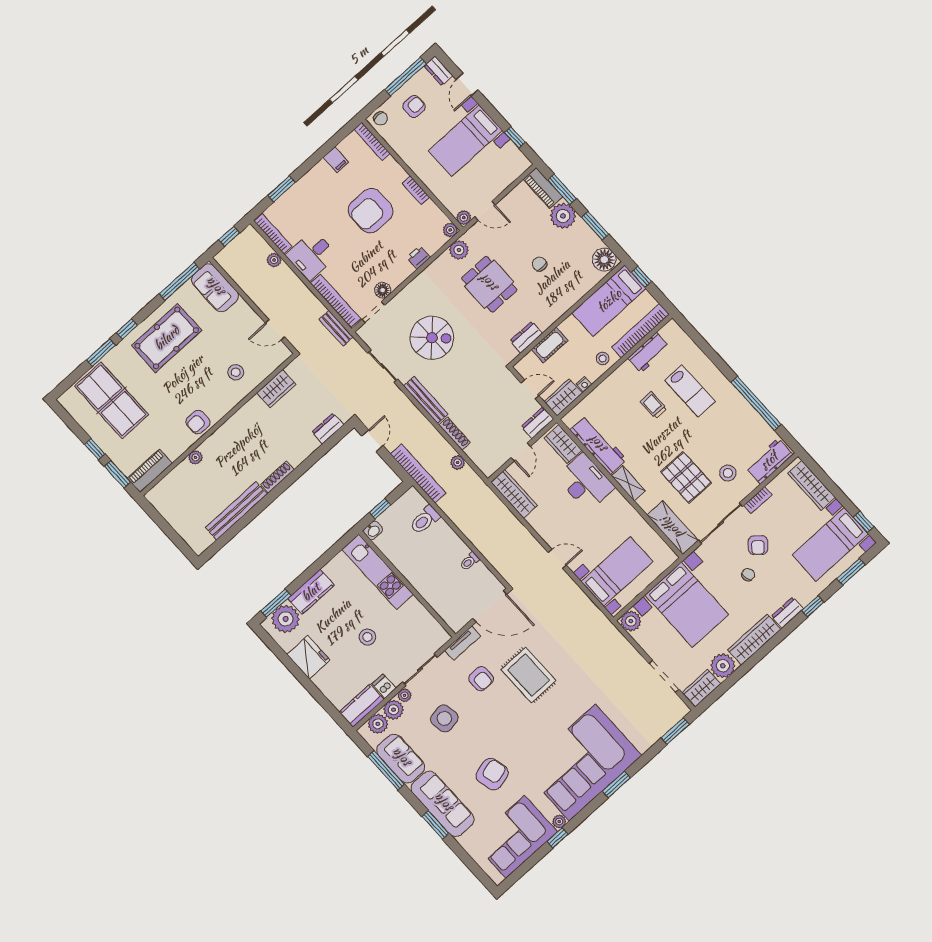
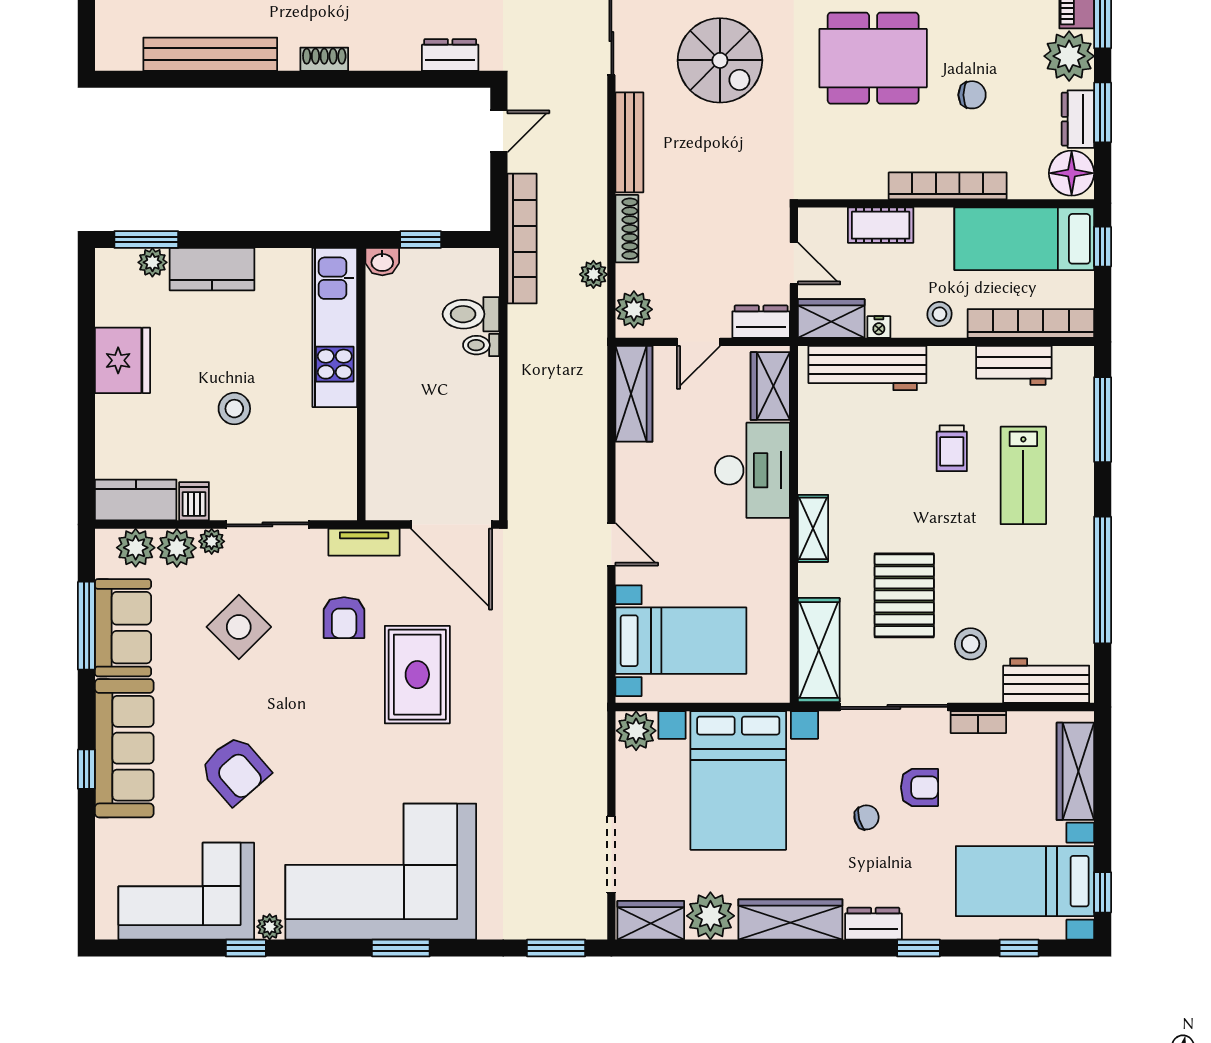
chair: (540, 264) -> (972, 95), turned 90
dining table: (489, 284) -> (873, 58), width x1.38
bookcase: (562, 307) -> (948, 186), added
dresser: (526, 337) -> (1078, 119), moved, turned -90
window: (701, 342) -> (1103, 420), added
trolley: (653, 405) -> (952, 448), turned 180
workbench: (598, 445) -> (867, 368), moved, turned 90
plant: (485, 462) -> (634, 309), added
shoe rack: (277, 477) -> (324, 59), width x0.70
armchair: (758, 545) -> (919, 787), turned -131
toilet: (469, 561) -> (481, 345), moved
window: (851, 572) -> (1019, 948), width x0.67
plant: (286, 619) -> (152, 262), width x0.53, depth x0.53
side table: (444, 718) -> (239, 627), turned -35
armchair: (492, 774) -> (235, 770), turned 63
window: (435, 825) -> (86, 769), width x0.67

